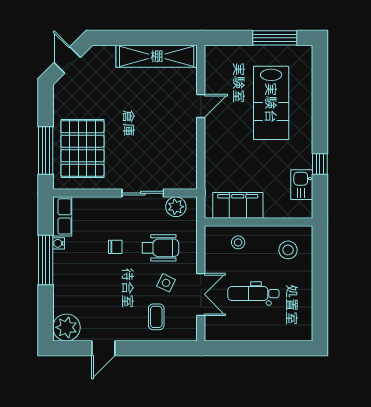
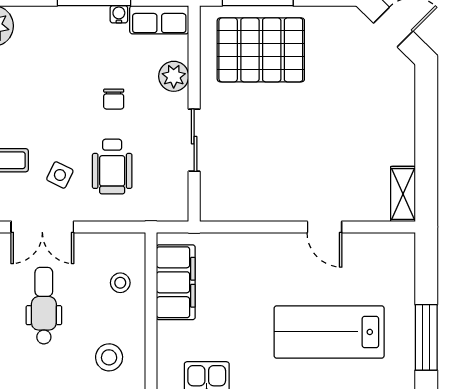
shelving: (157, 56) -> (403, 194), width x0.45, depth x0.75
plant: (176, 207) -> (174, 76), moved

